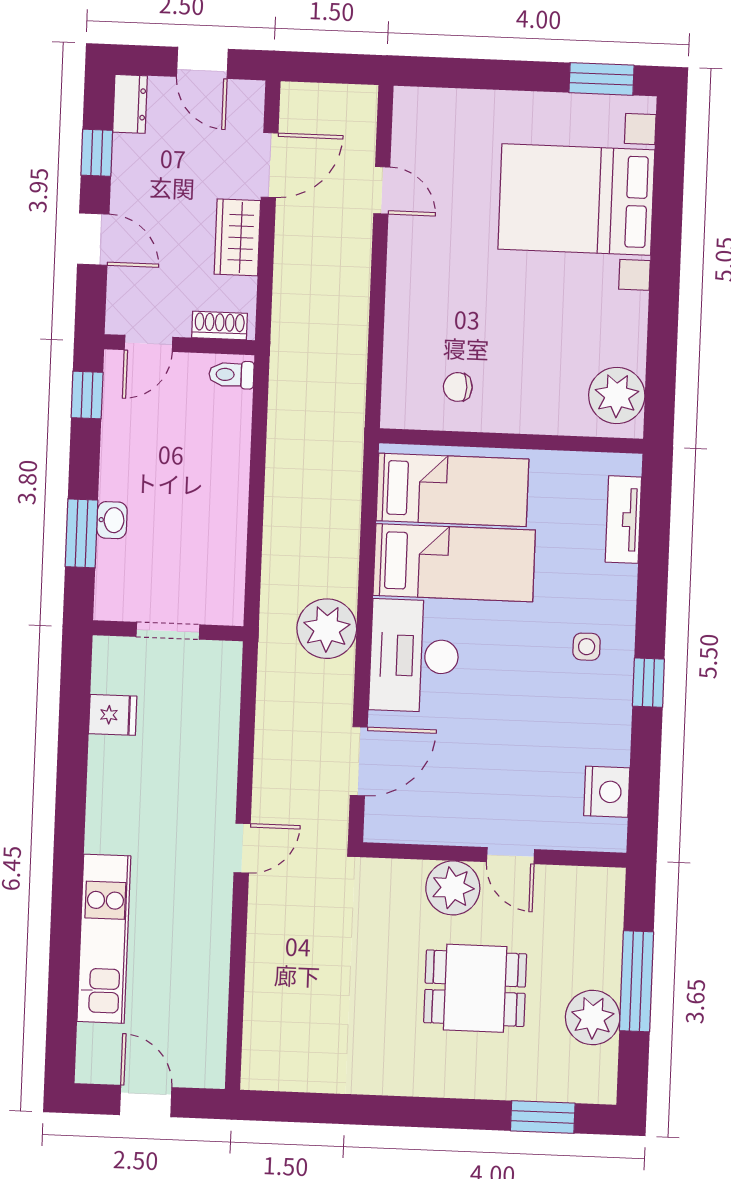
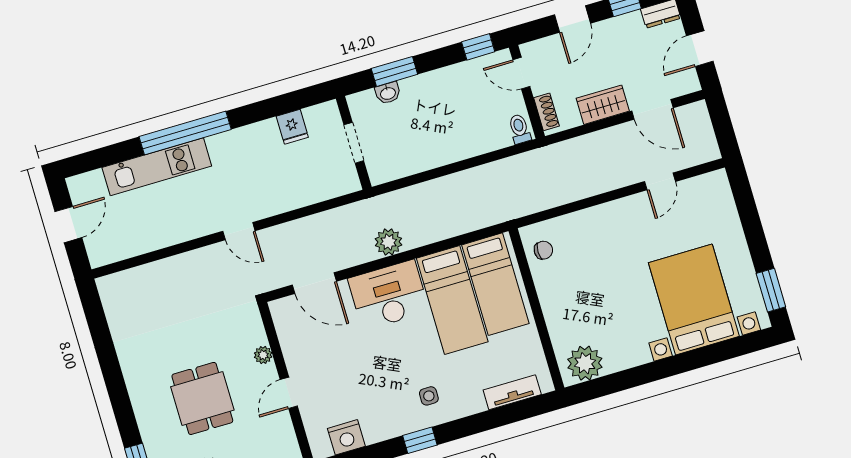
chair: (458, 387) -> (543, 250), moved, turned 90
washbasin: (112, 520) -> (388, 93), moved
plant: (327, 629) -> (389, 242), width x0.73, depth x0.73
window: (68, 879) -> (185, 133), added
plant: (453, 888) -> (263, 355), width x0.53, depth x0.53

